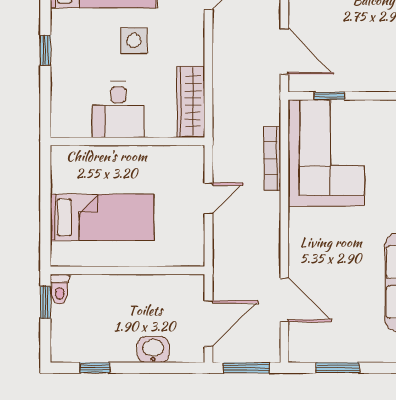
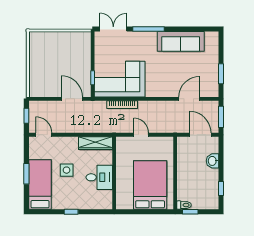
door: (284, 52) -> (72, 99), hinge flipped
bed: (102, 217) -> (150, 185), width x1.50

